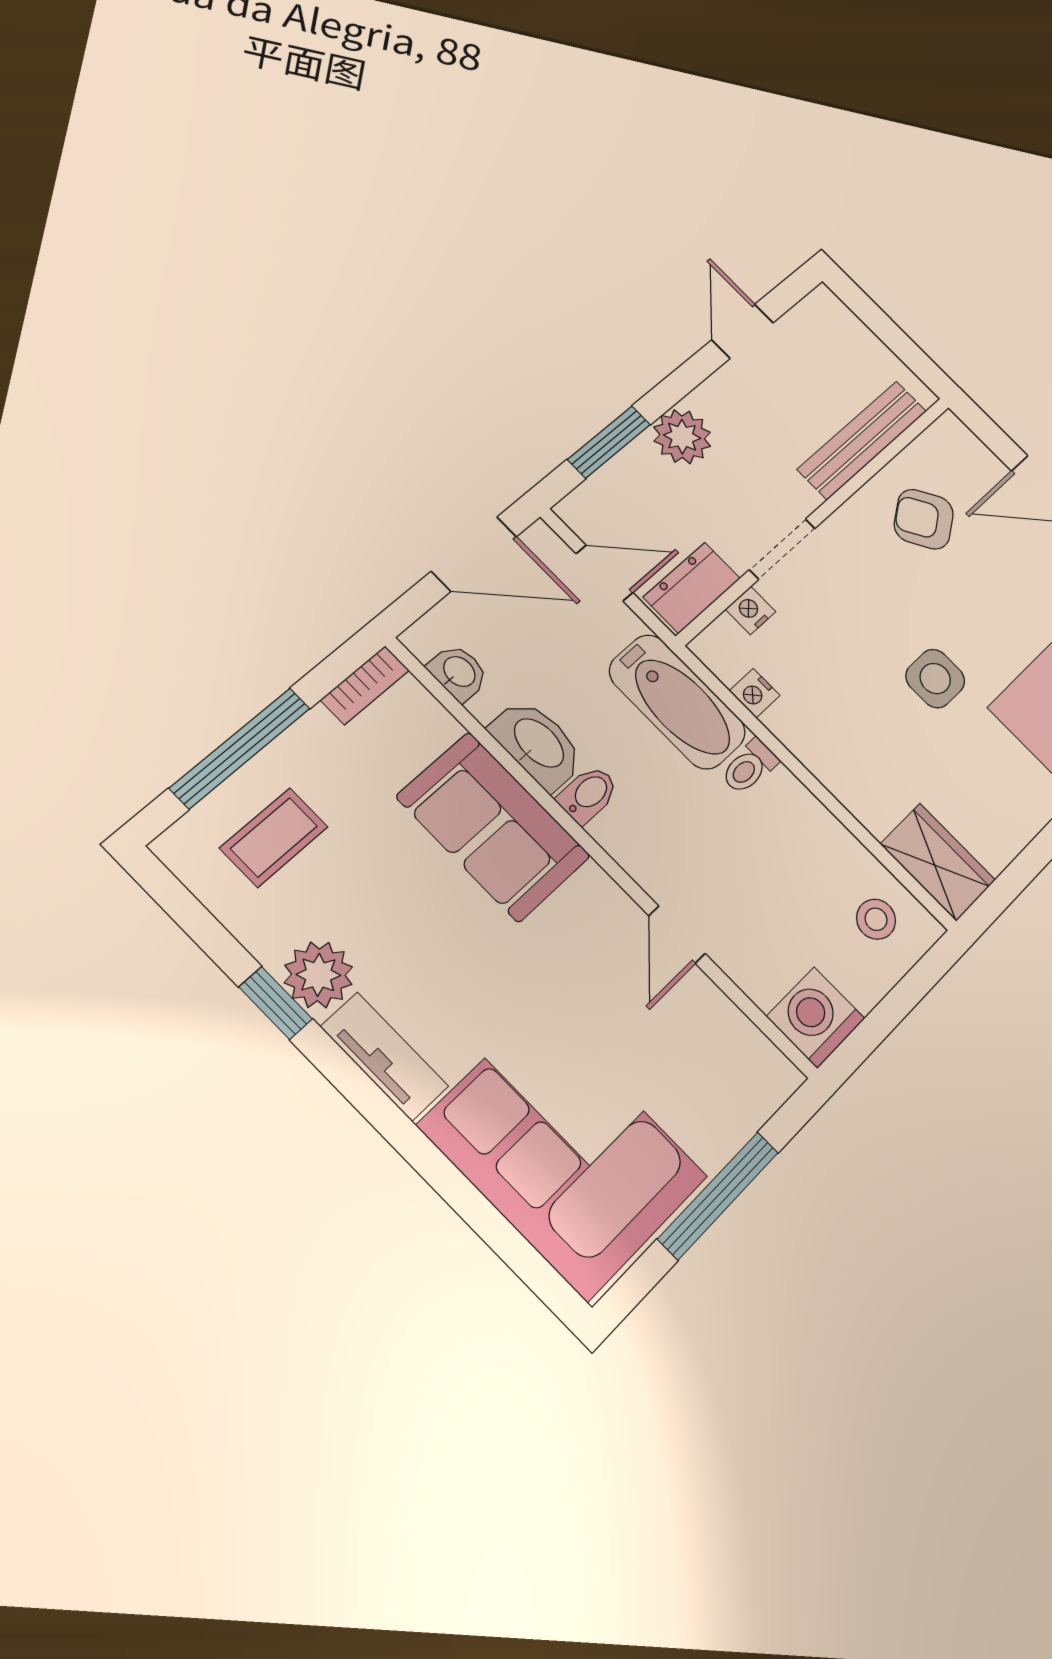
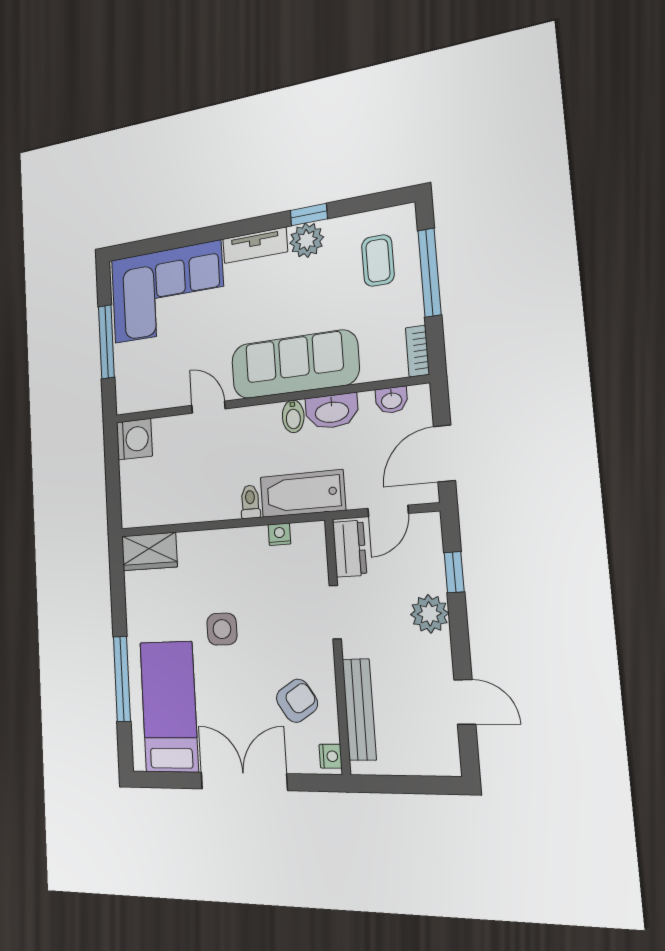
window: (609, 442) -> (454, 572), width x0.67
nightstand: (751, 610) -> (331, 756), moved
sofa: (493, 827) -> (294, 364), width x1.36
stool: (876, 919) -> (149, 501), removed

